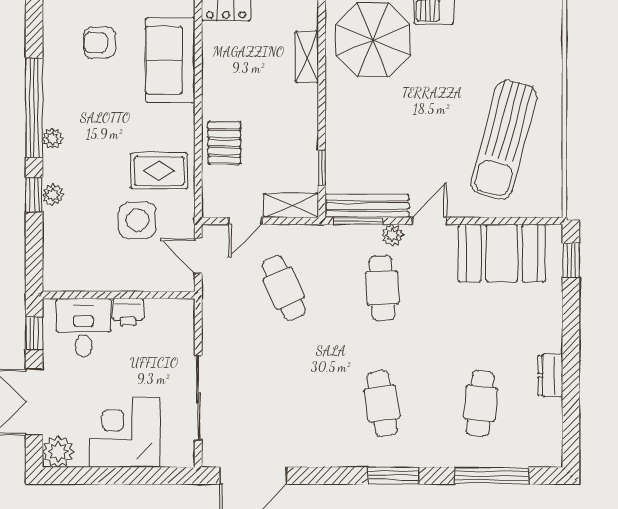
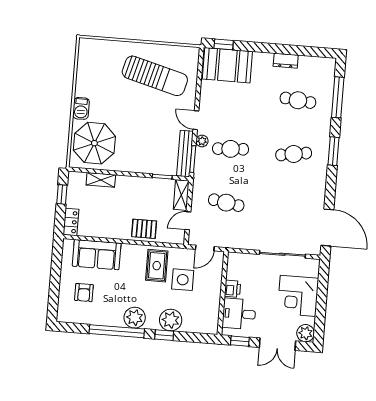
plant: (53, 139) -> (135, 318), width x1.88, depth x1.88
plant: (53, 195) -> (171, 320), width x1.88, depth x1.88
door: (245, 221) -> (188, 221), swing flipped
booth: (502, 253) -> (227, 65), moved, turned 90
cafe table: (284, 288) -> (226, 203), turned 33

